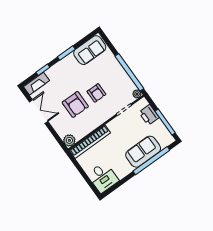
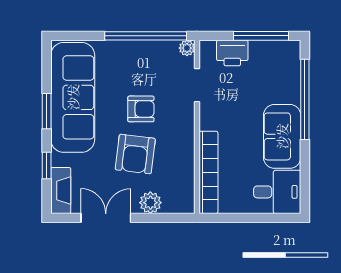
sofa: (90, 50) -> (73, 97), width x1.85, depth x1.27
armchair: (75, 104) -> (135, 154), turned 97
plant: (69, 140) -> (150, 203), moved
sofa: (143, 152) -> (282, 136), moved

